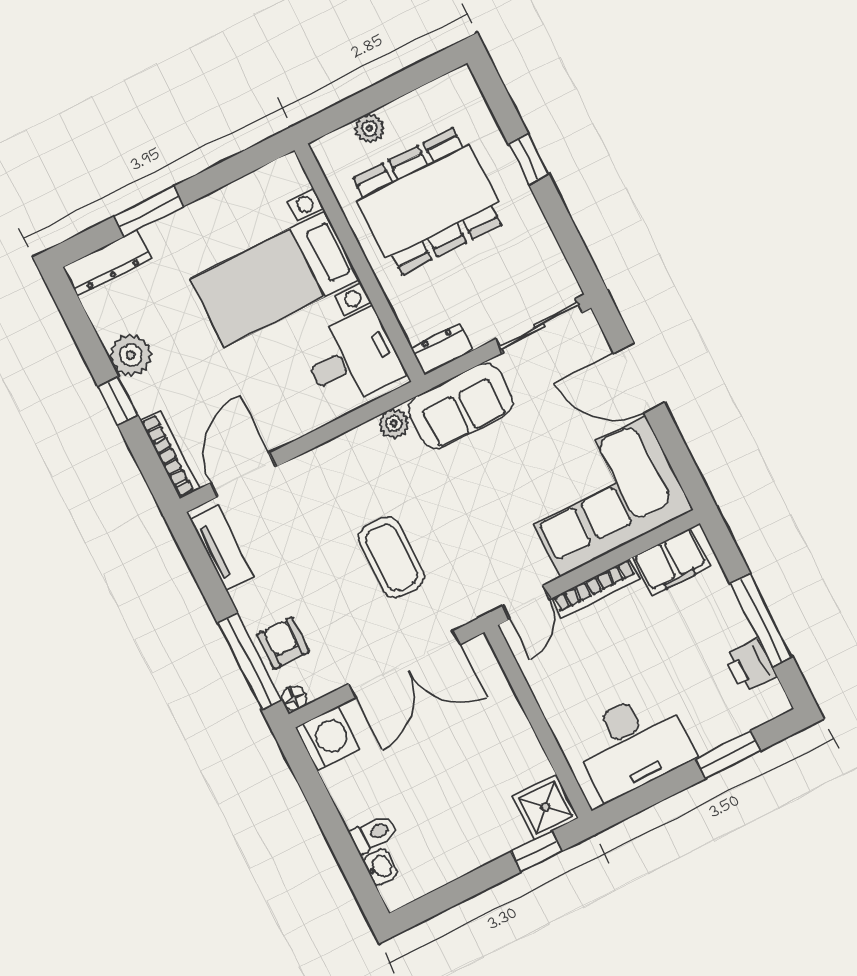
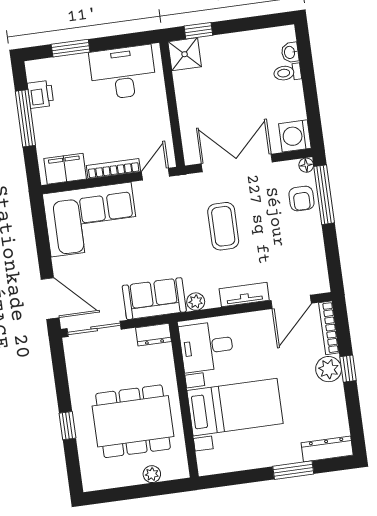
plant: (131, 355) -> (329, 369), moved
door: (639, 378) -> (50, 298), moved
tv unit: (222, 548) -> (244, 295), moved, turned 90

